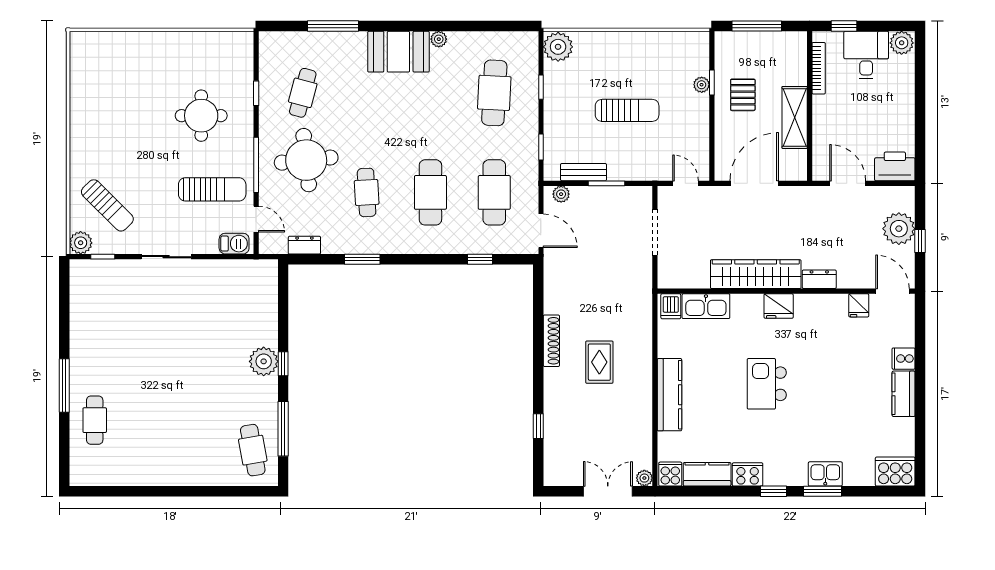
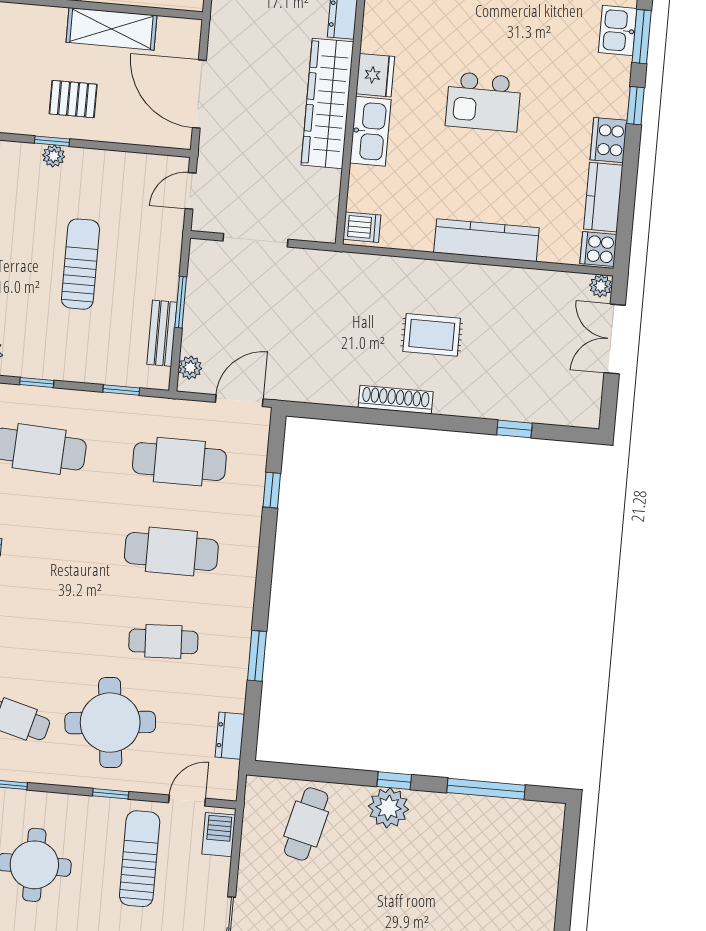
window: (256, 165) -> (111, 794), width x0.46
kitchen sink: (706, 306) -> (370, 131), moved
cafe table: (253, 450) -> (306, 824), moved, turned -66

